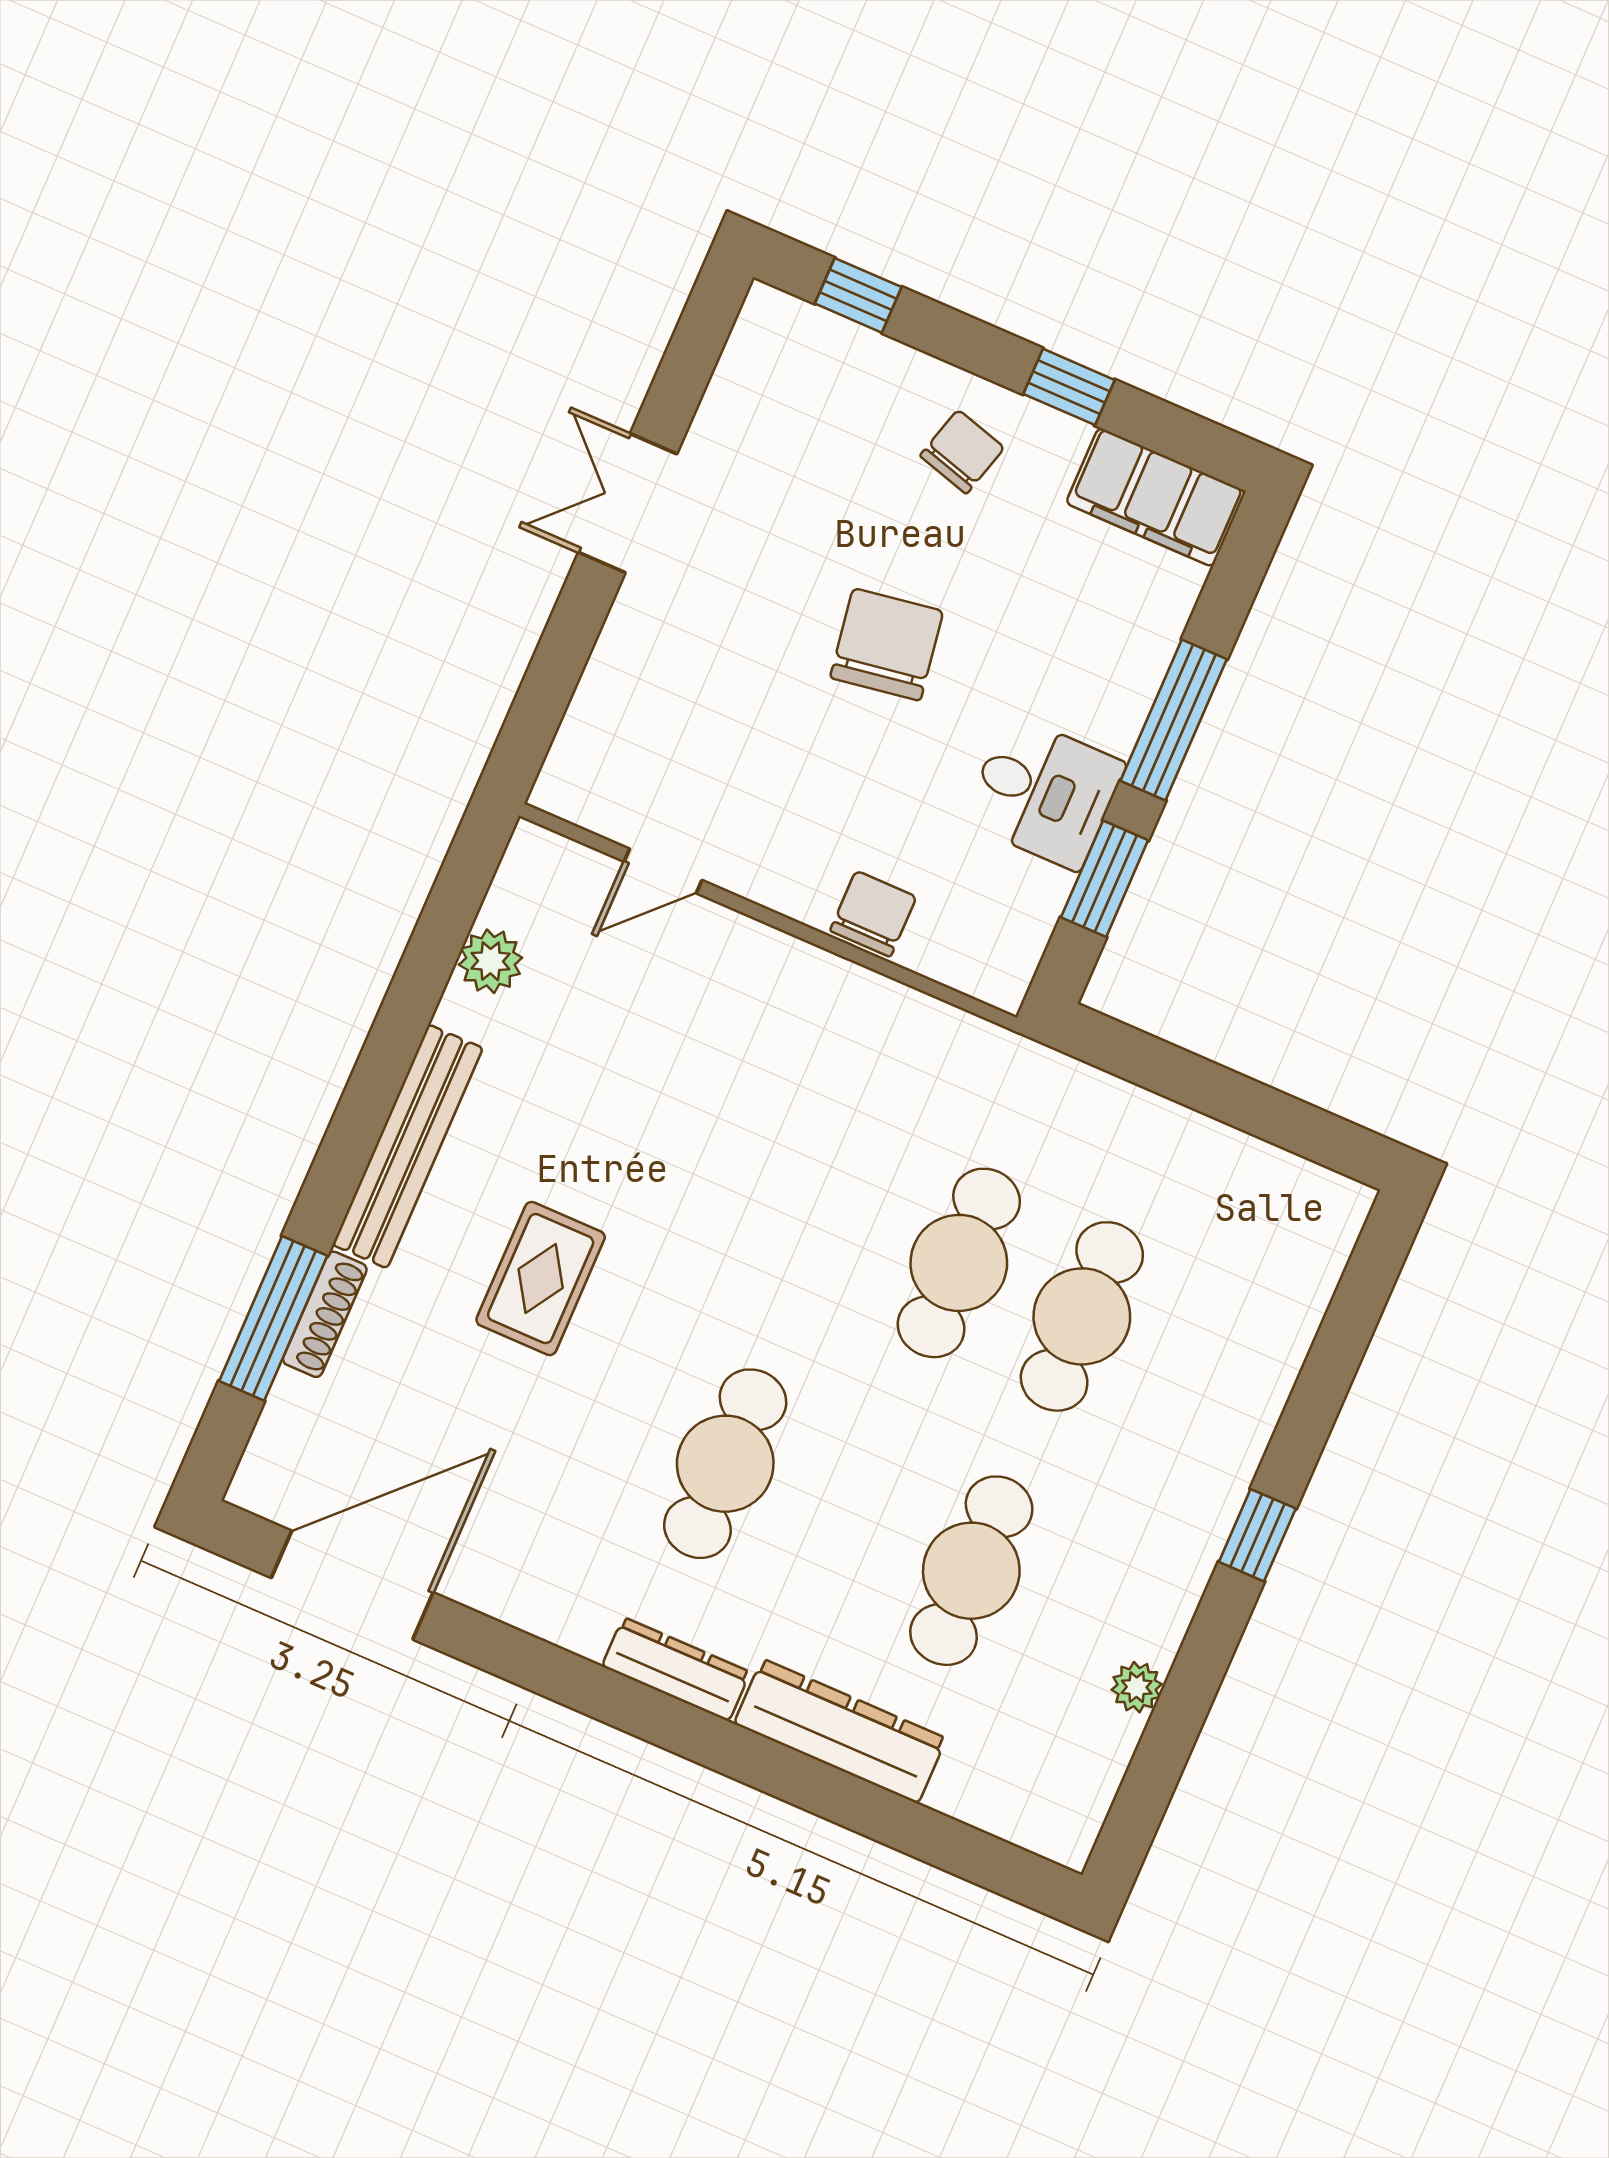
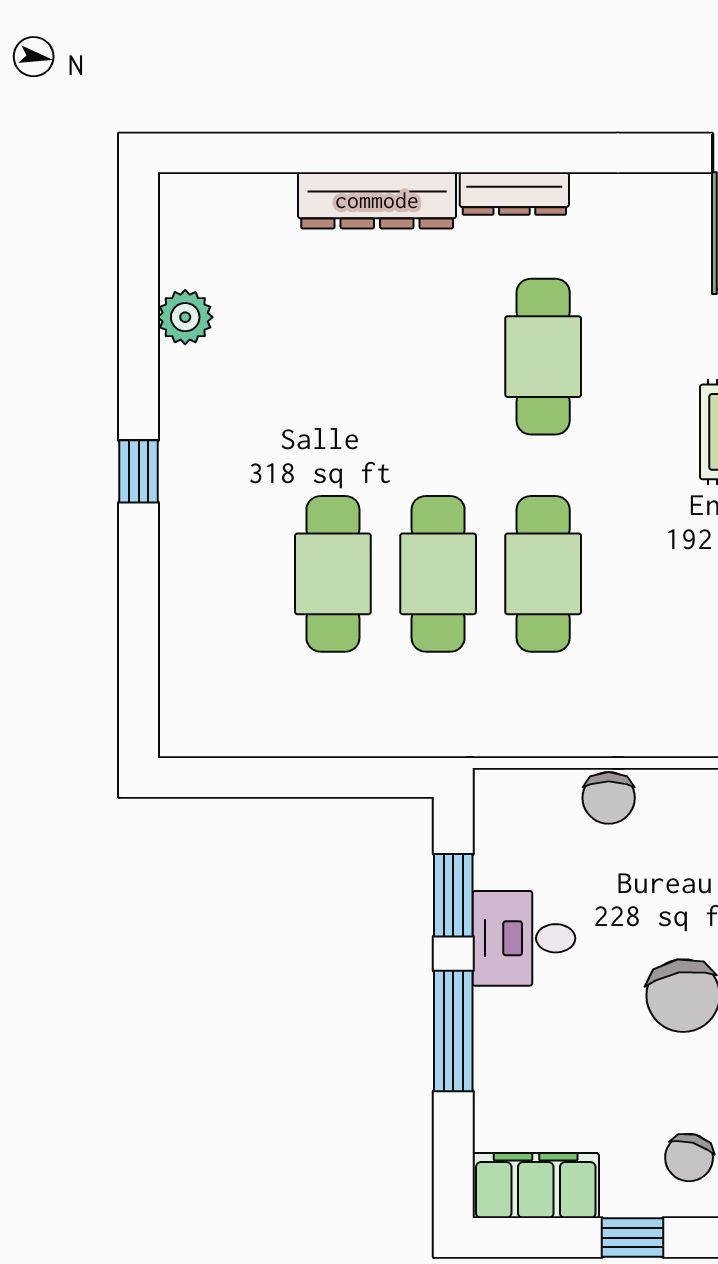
cafe table: (971, 1571) -> (543, 574), moved
plant: (1137, 1687) -> (185, 317), width x1.38, depth x1.38

